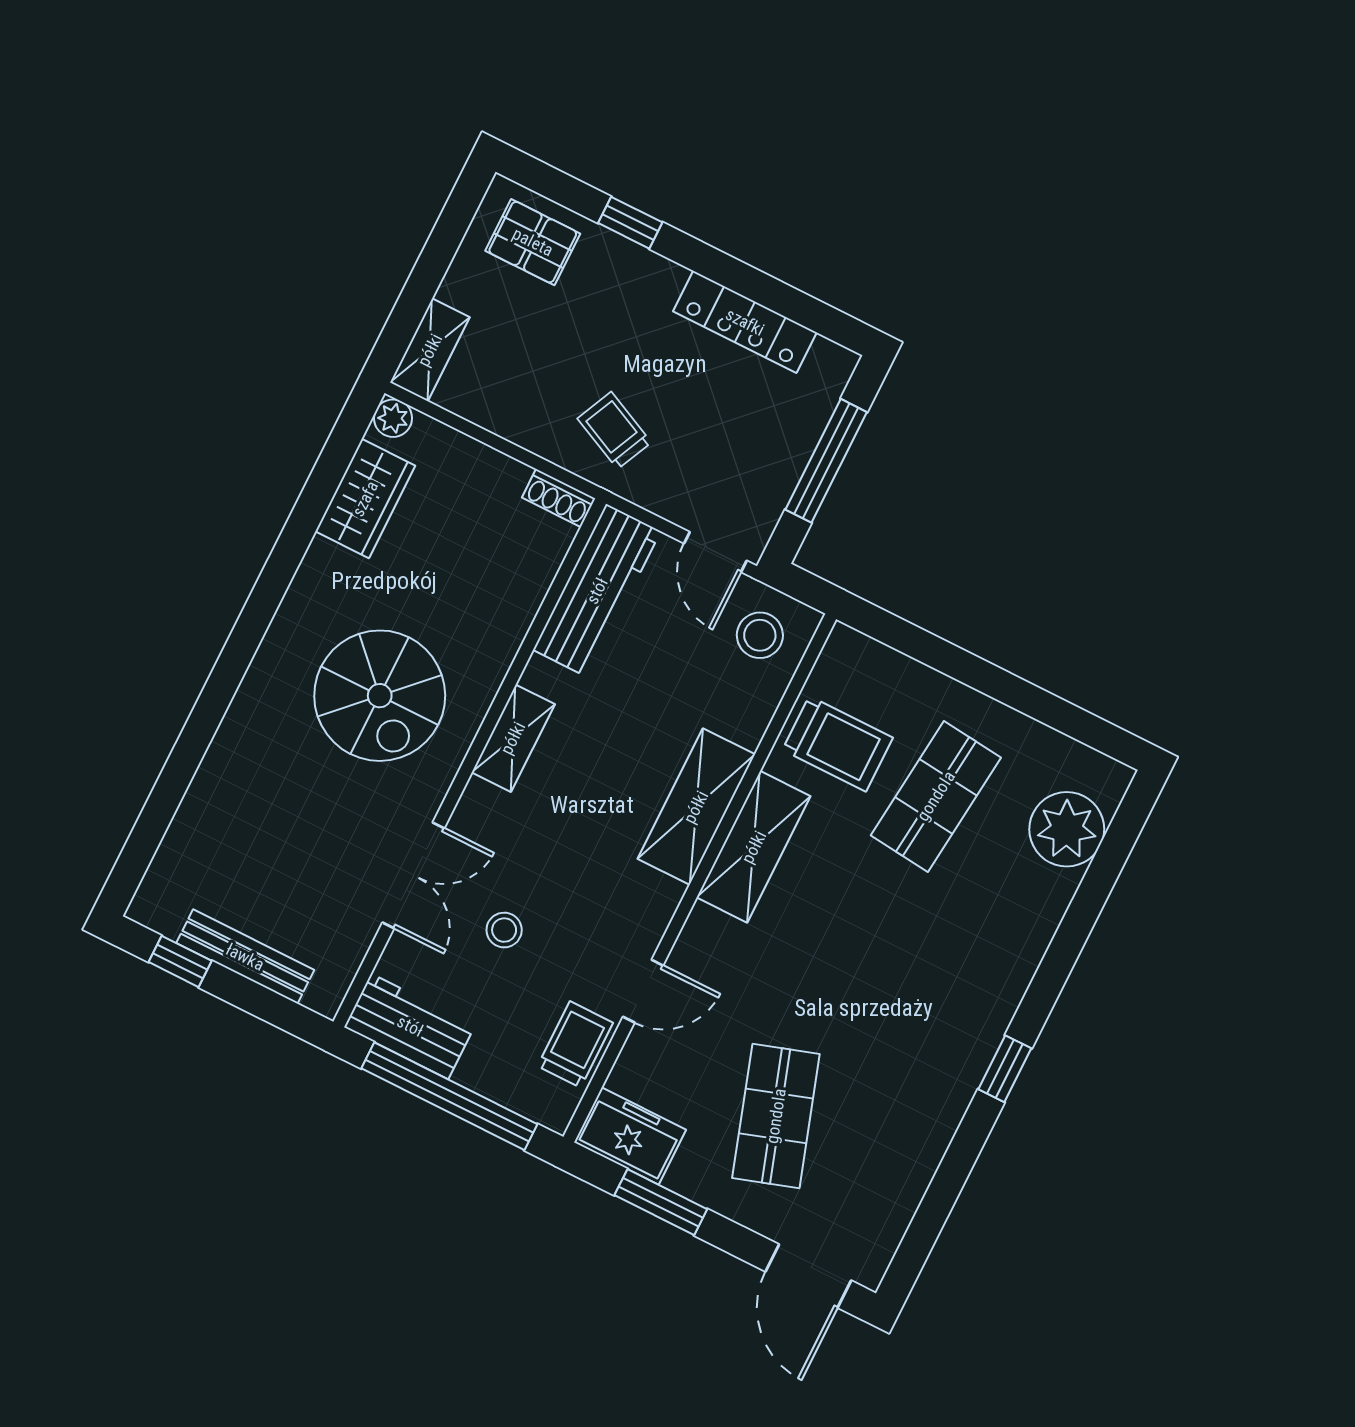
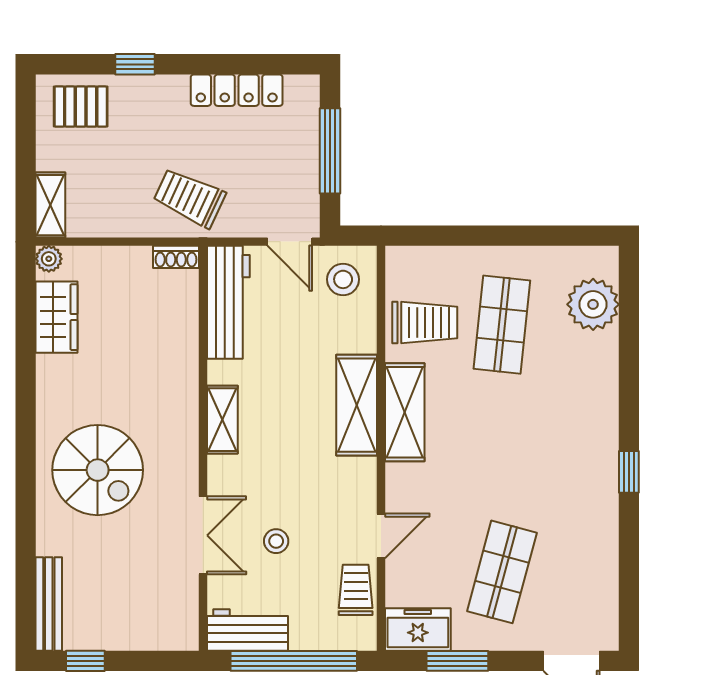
trolley: (614, 430) -> (190, 198), width x1.36, depth x1.39
spiral stairs: (380, 696) -> (98, 470), moved
bench: (245, 957) -> (49, 604), moved, turned 90
shop shelf: (776, 1116) -> (502, 572), turned 33

